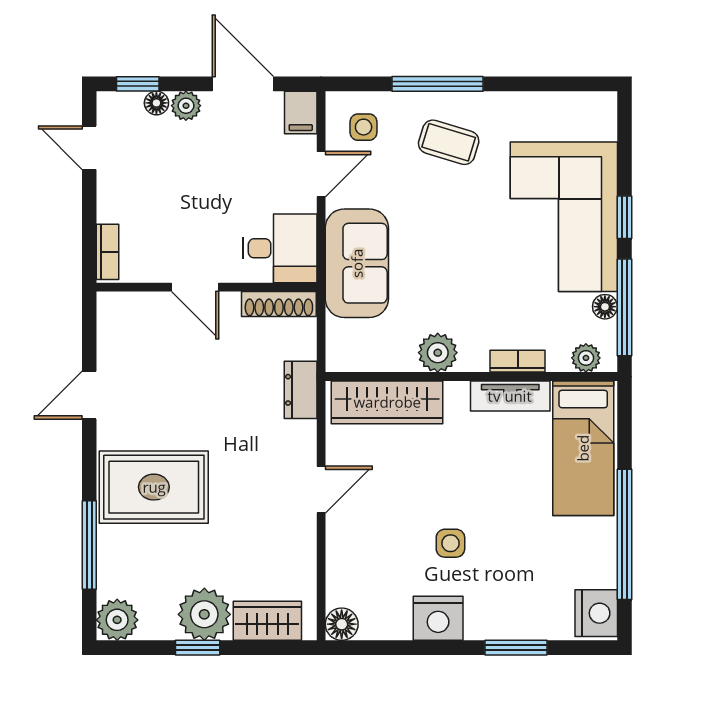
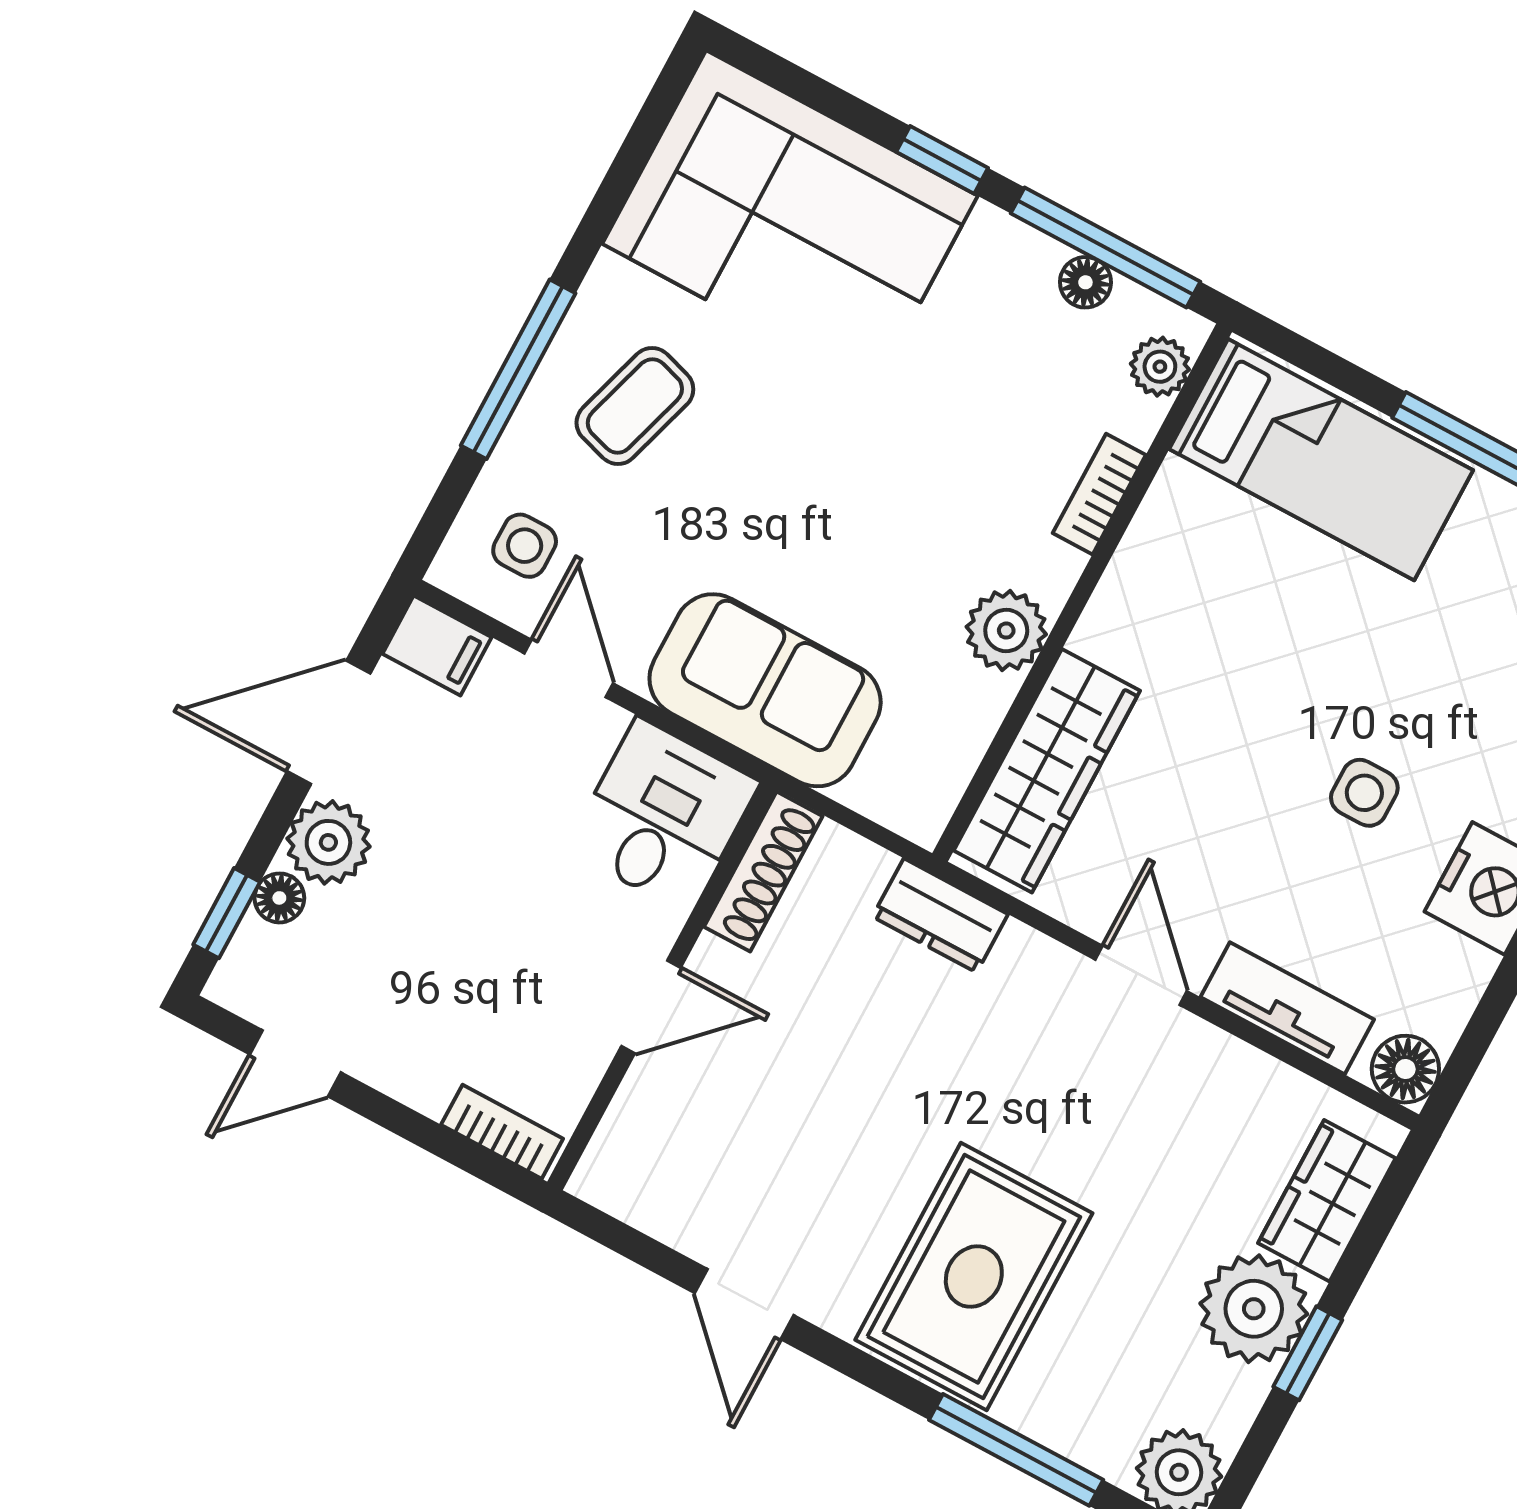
plant: (186, 106) -> (328, 842), width x1.38, depth x1.38
corner sofa: (564, 217) -> (790, 220), moved
tv unit: (510, 396) -> (1287, 1008), moved, turned -90

